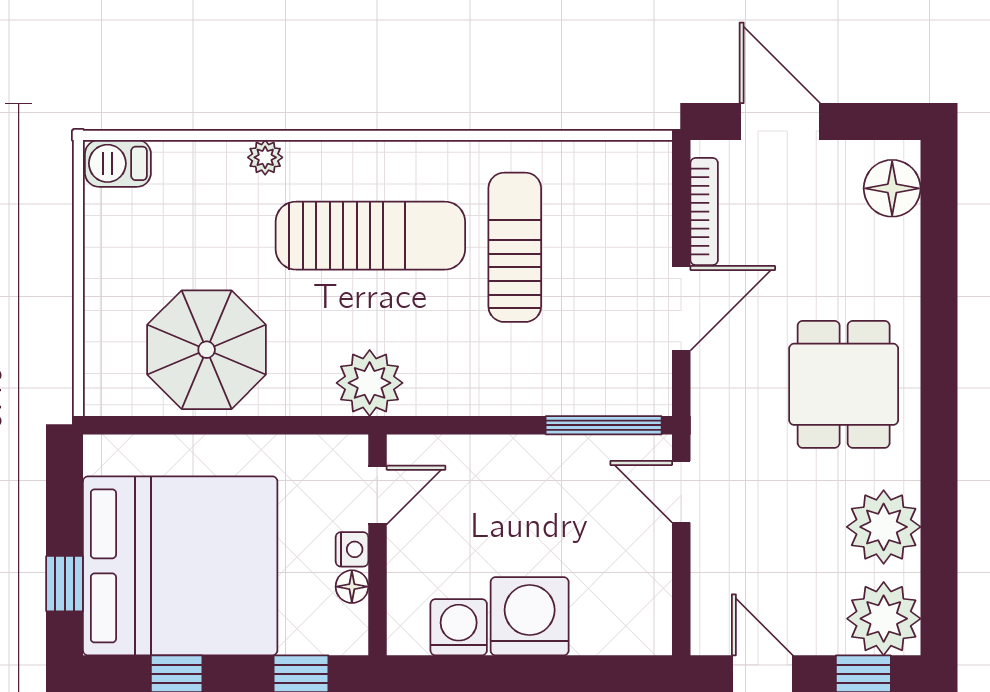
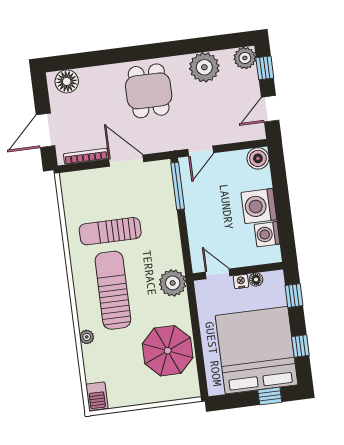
dining table: (844, 384) -> (149, 91), turned 90
plant: (884, 619) -> (245, 58), width x0.73, depth x0.73
boiler: (645, 629) -> (258, 158), added

